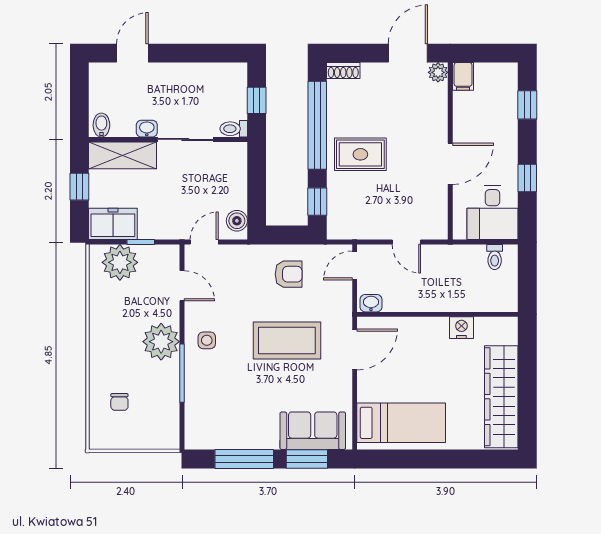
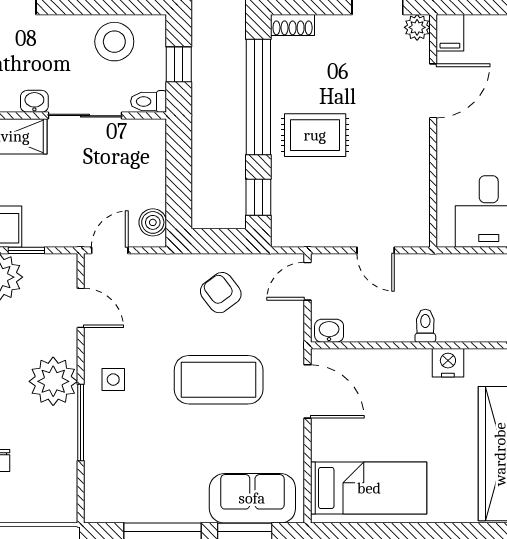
stool: (208, 83) -> (114, 42), added
door: (450, 164) -> (433, 91), moved
toilet: (495, 257) -> (425, 326), moved, turned 180
armchair: (289, 274) -> (221, 293), turned -127
door: (355, 349) -> (307, 391), hinge flipped

